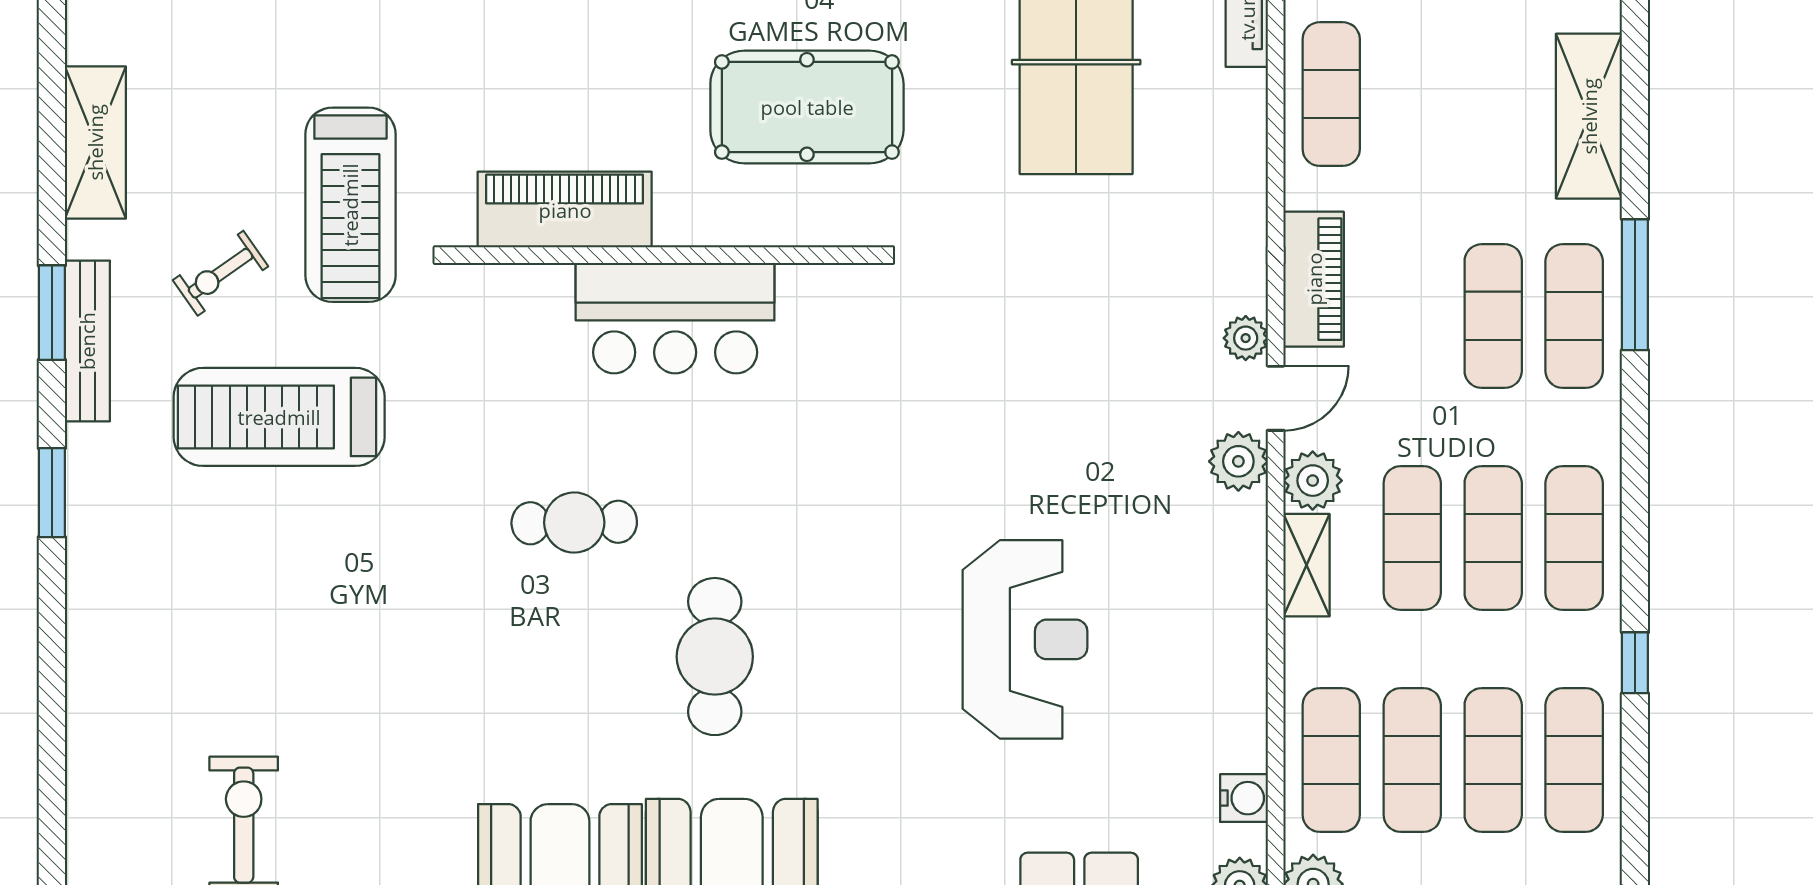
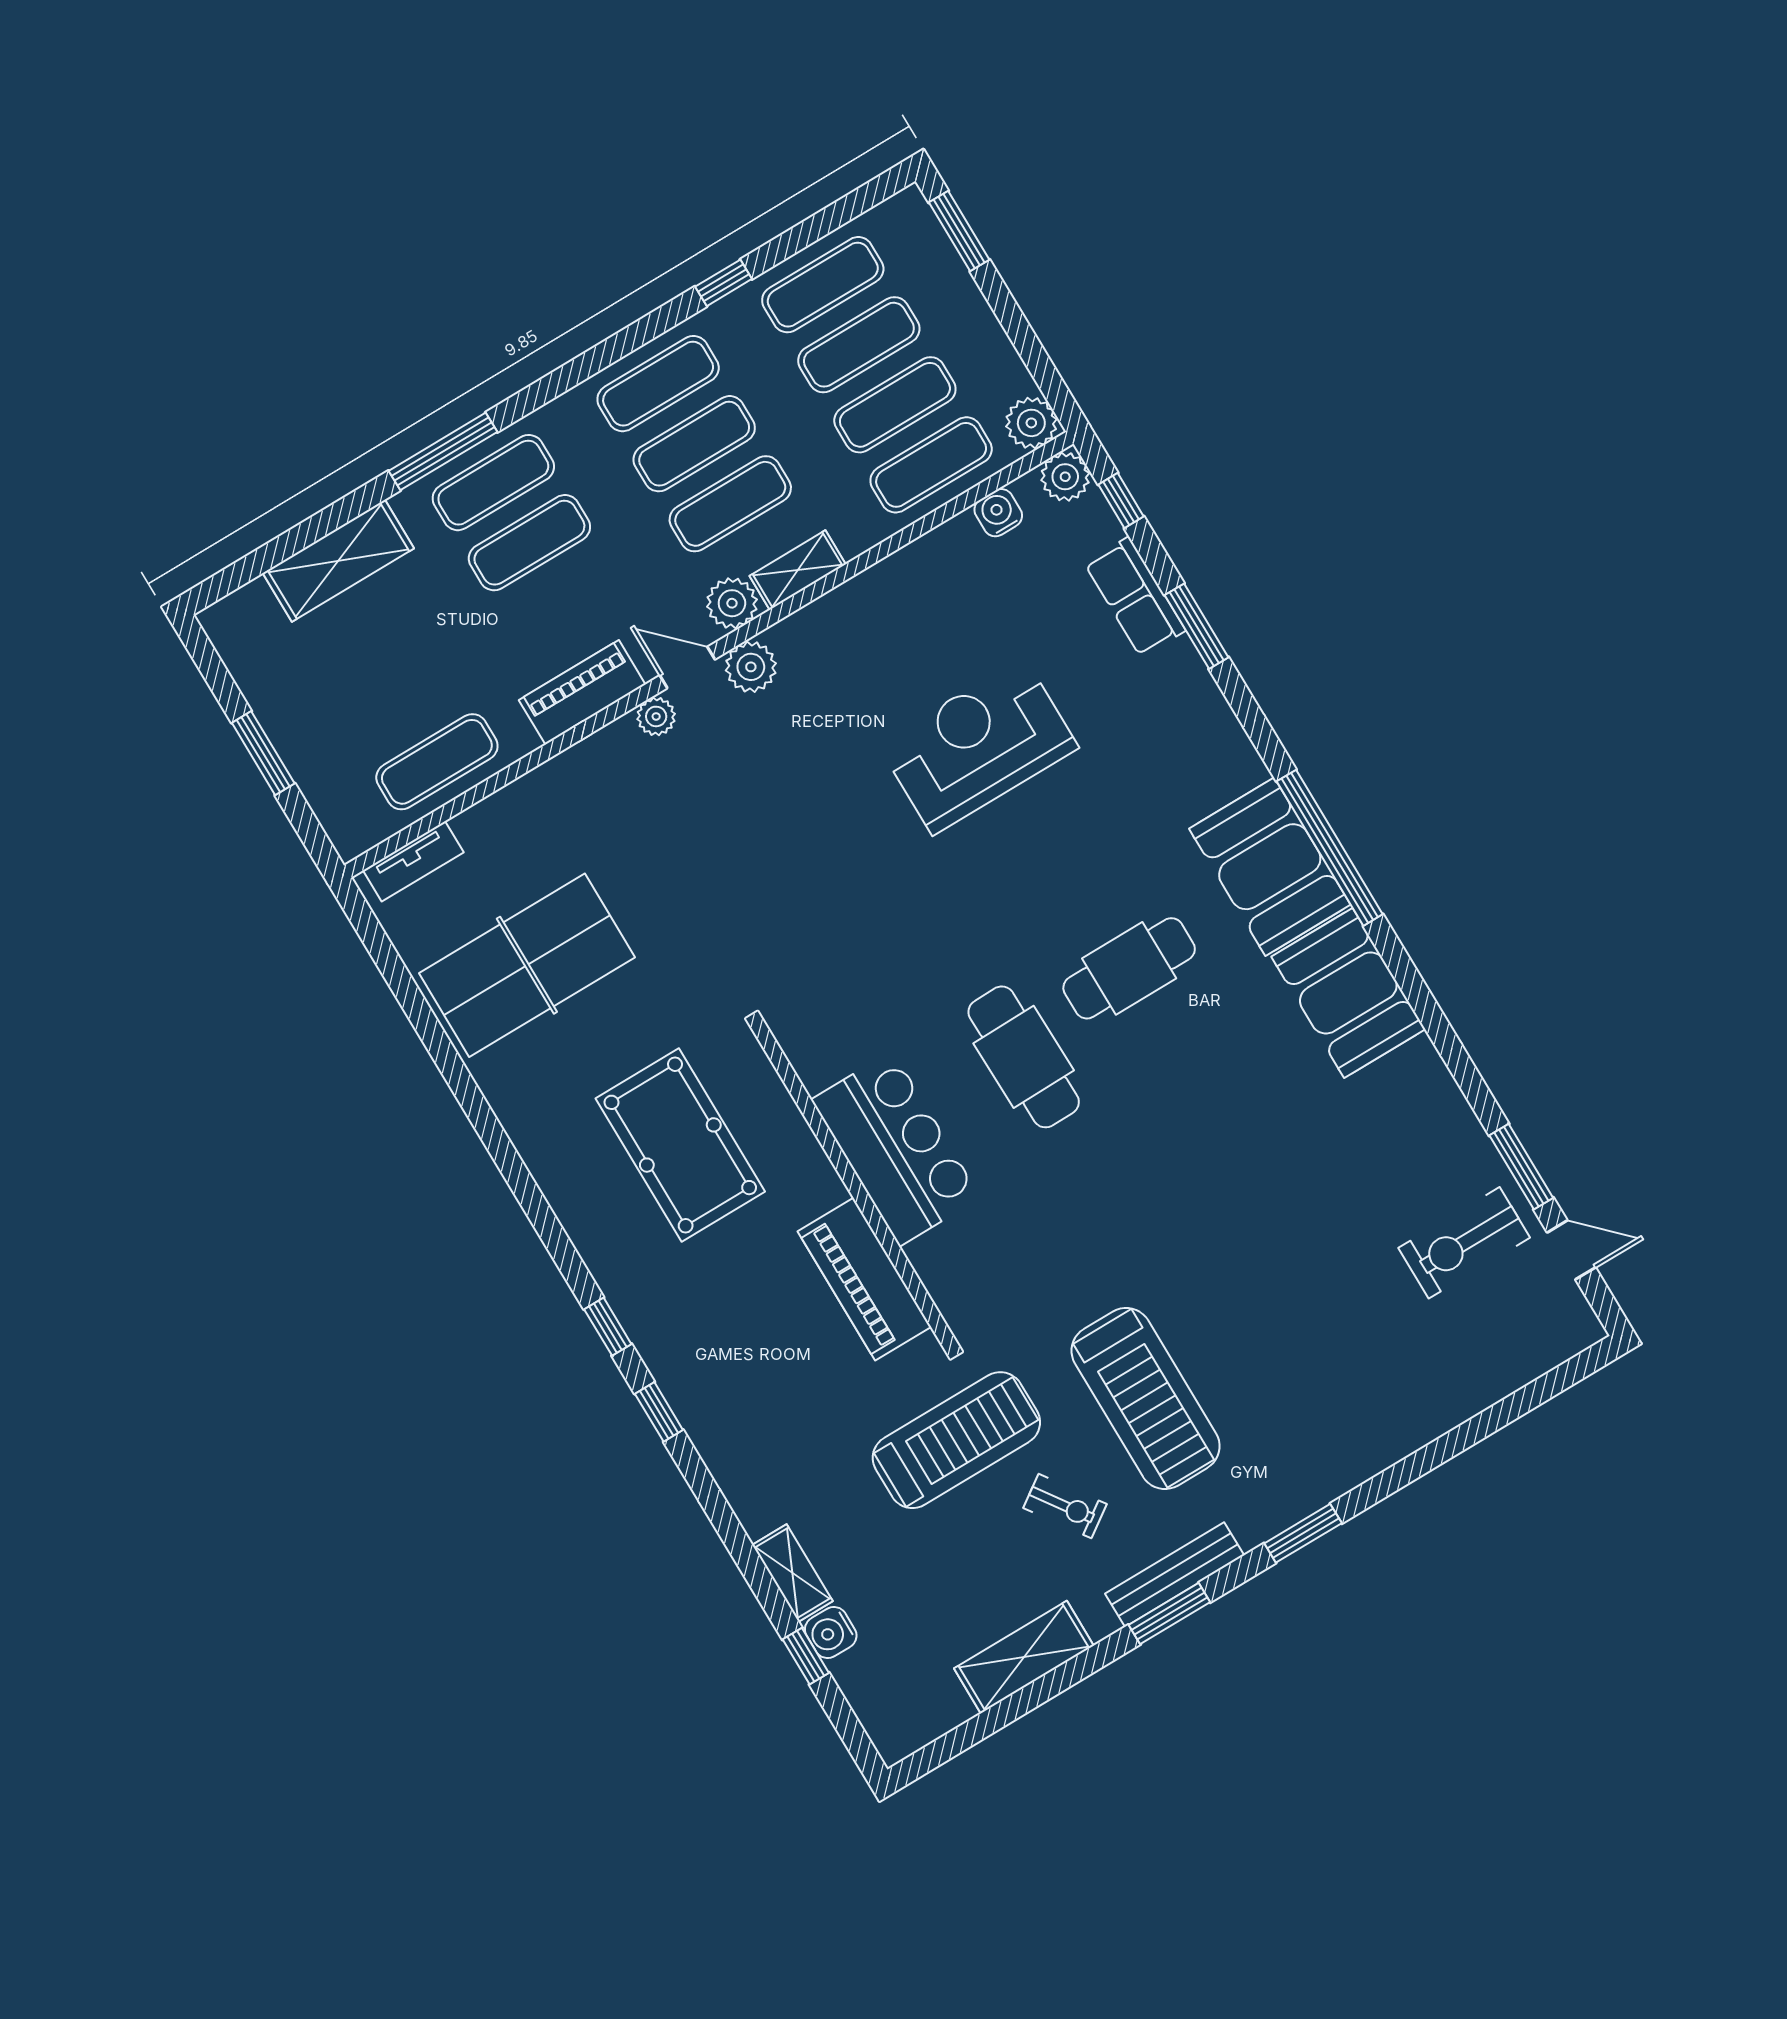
cafe table: (574, 523) -> (1024, 1057), moved, width x1.37, depth x1.35

